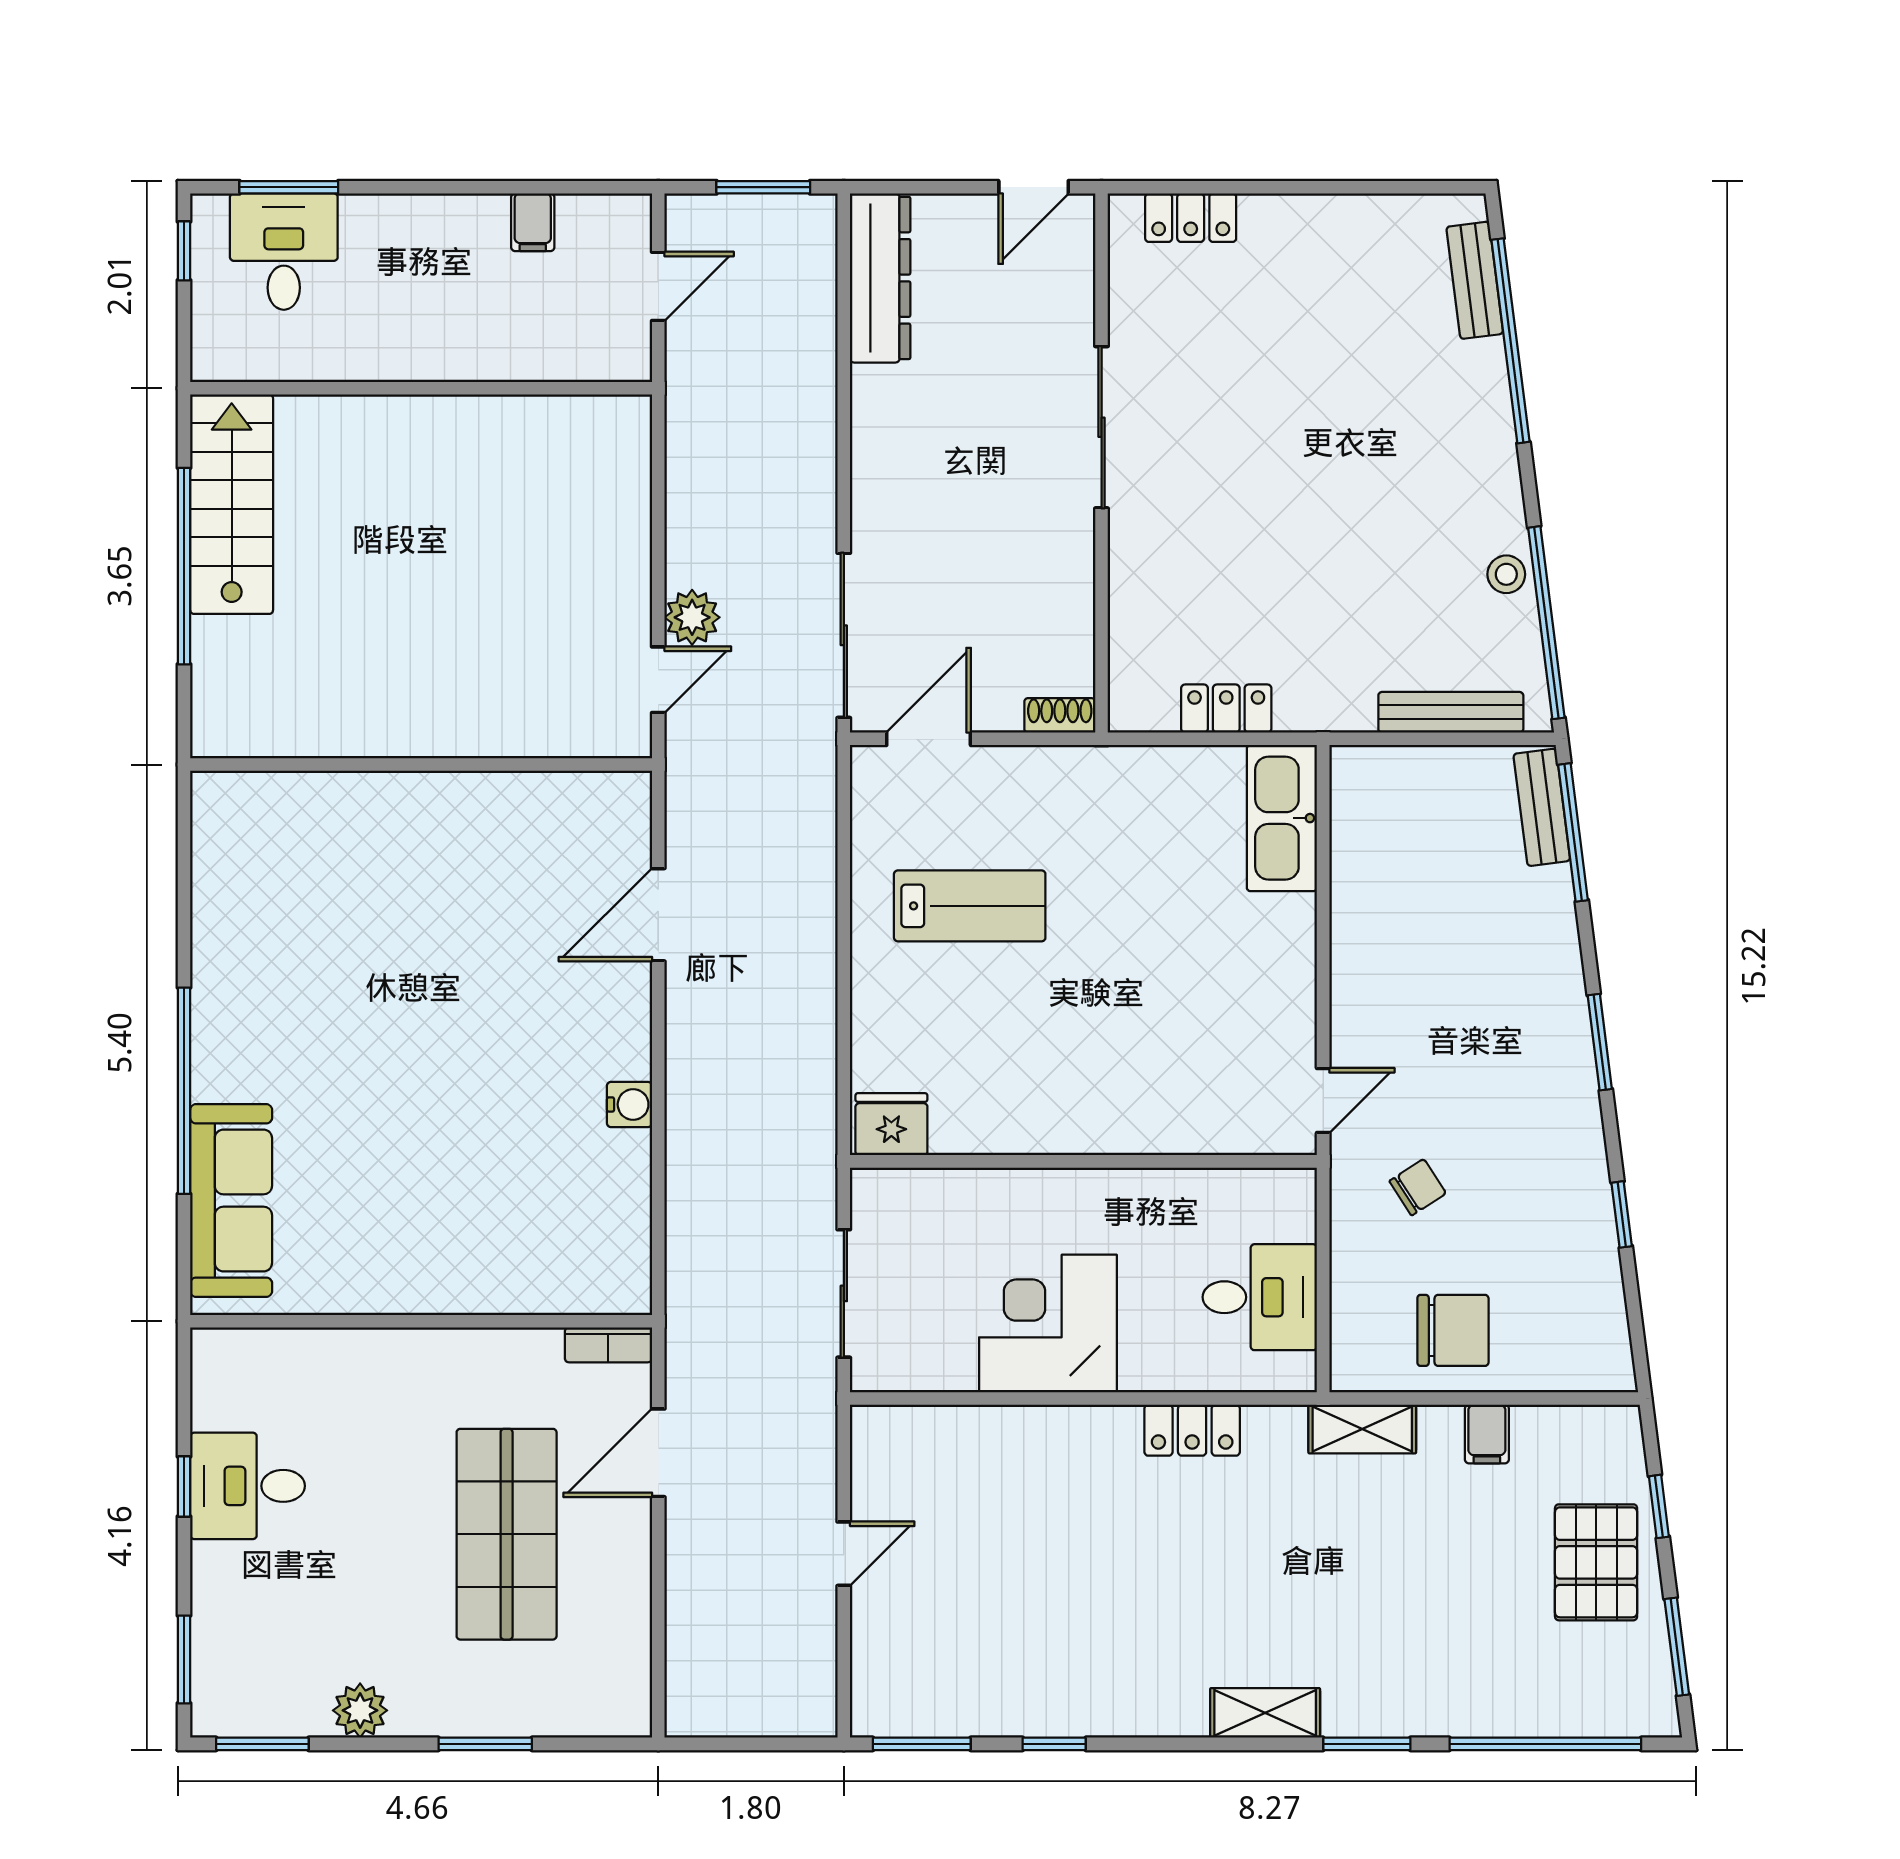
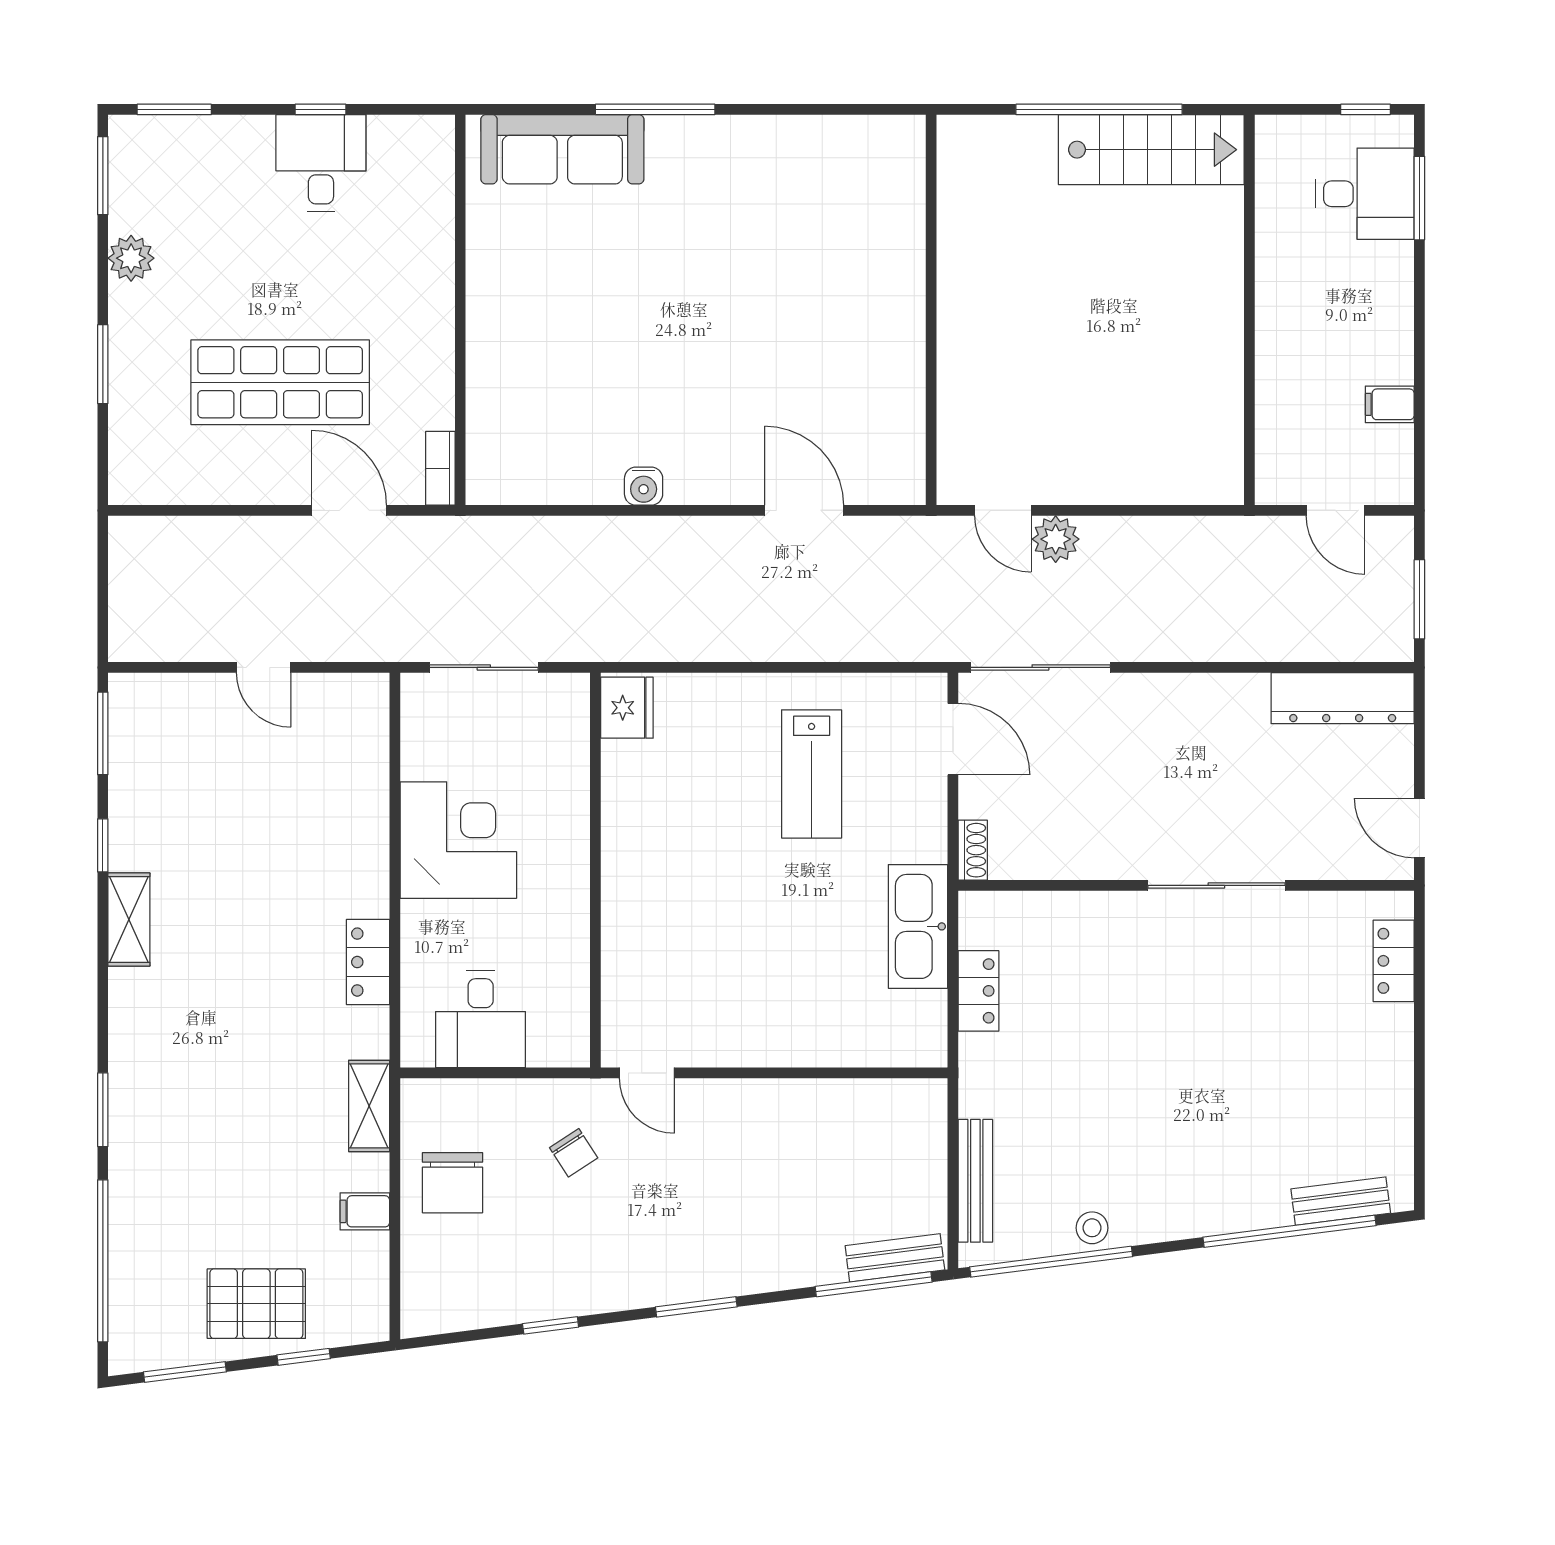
kitchen sink: (1282, 818) -> (918, 926), moved, turned -90
window: (184, 1091) -> (655, 109), width x0.68
shelving: (1265, 1713) -> (129, 919), moved

